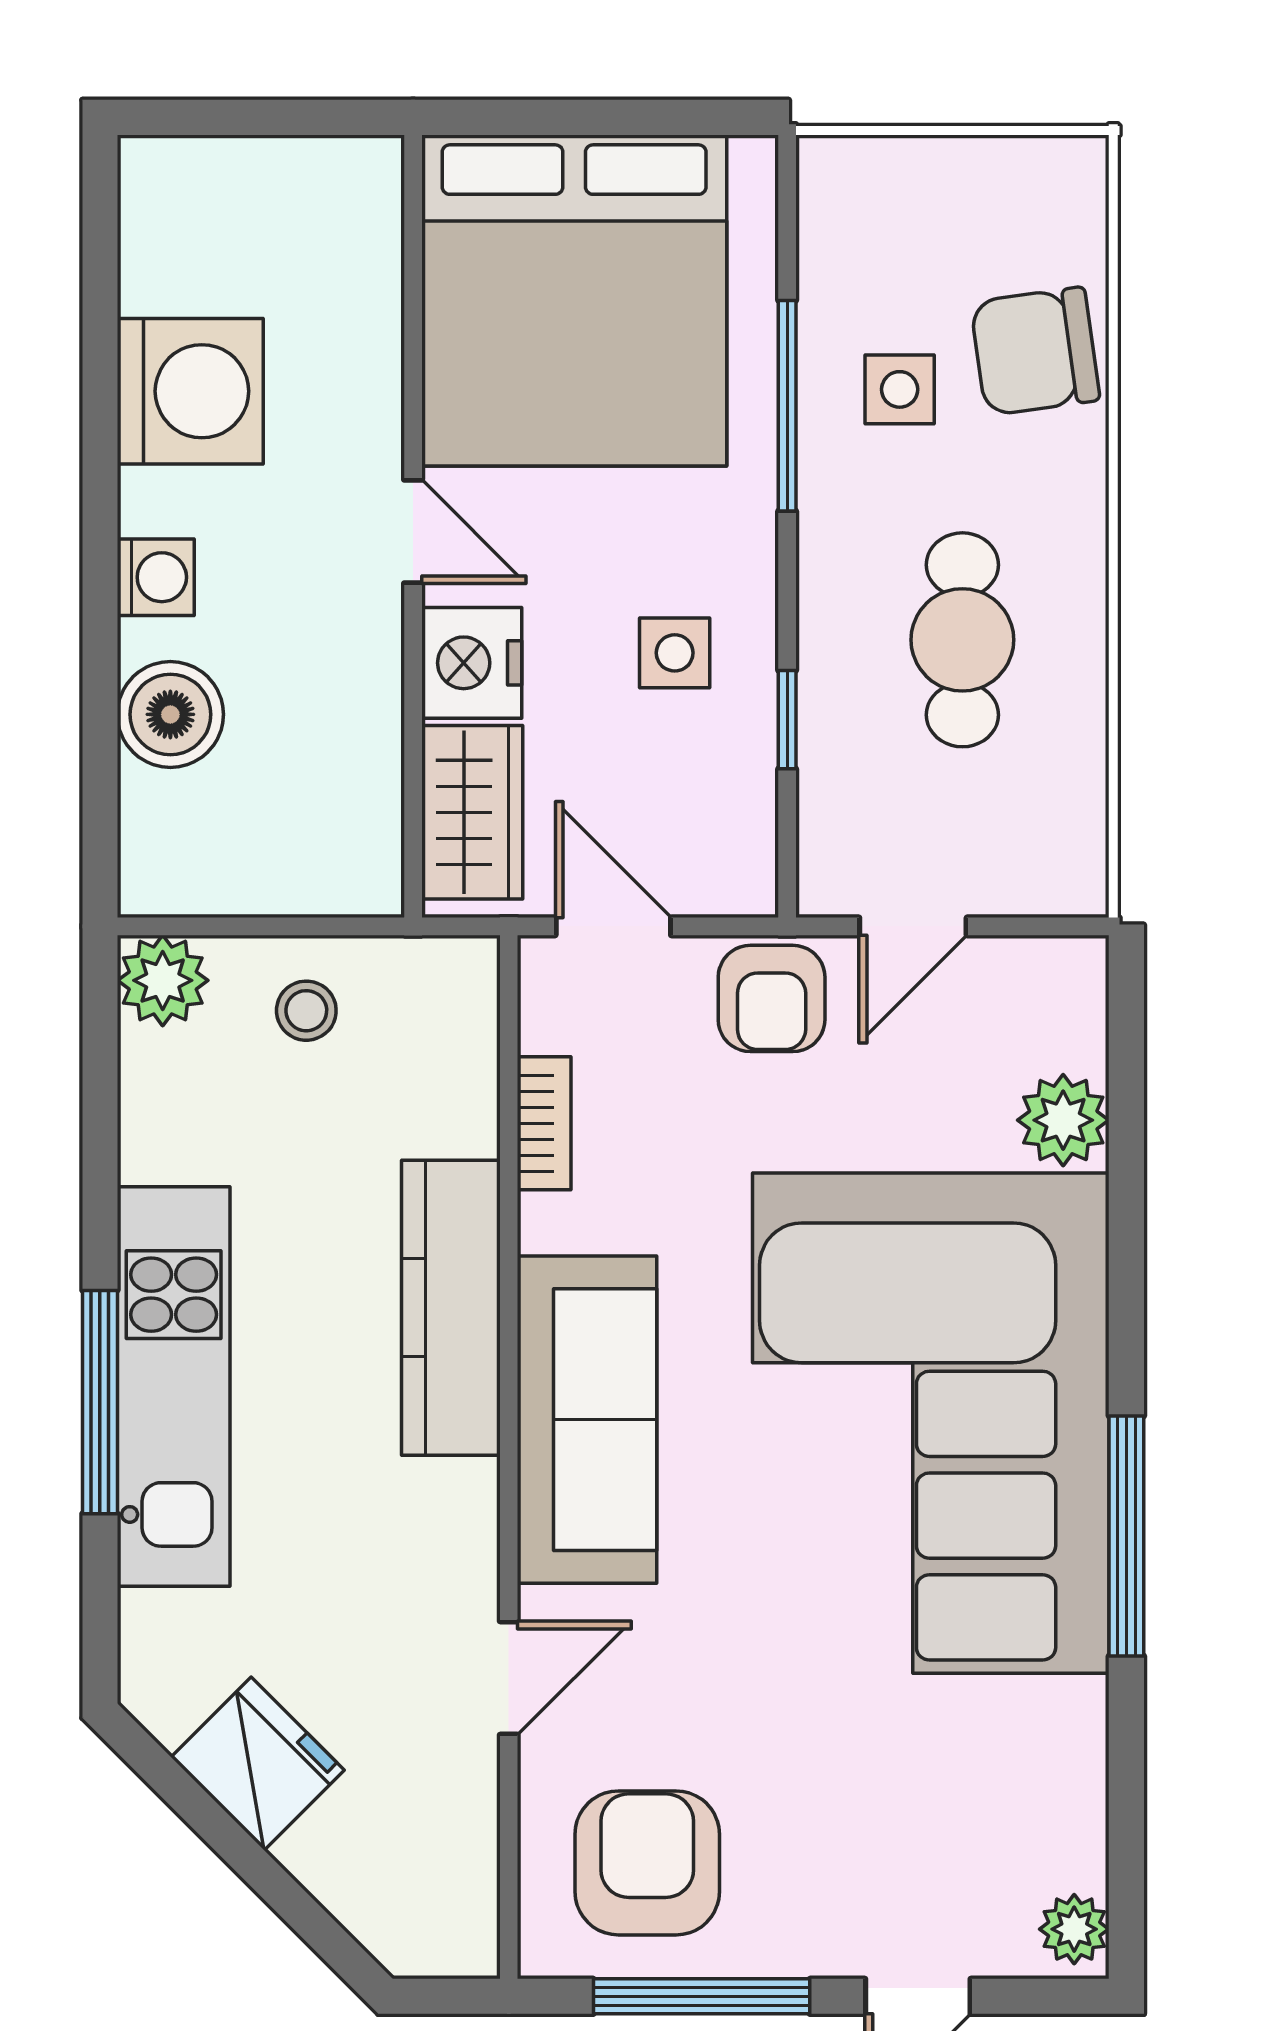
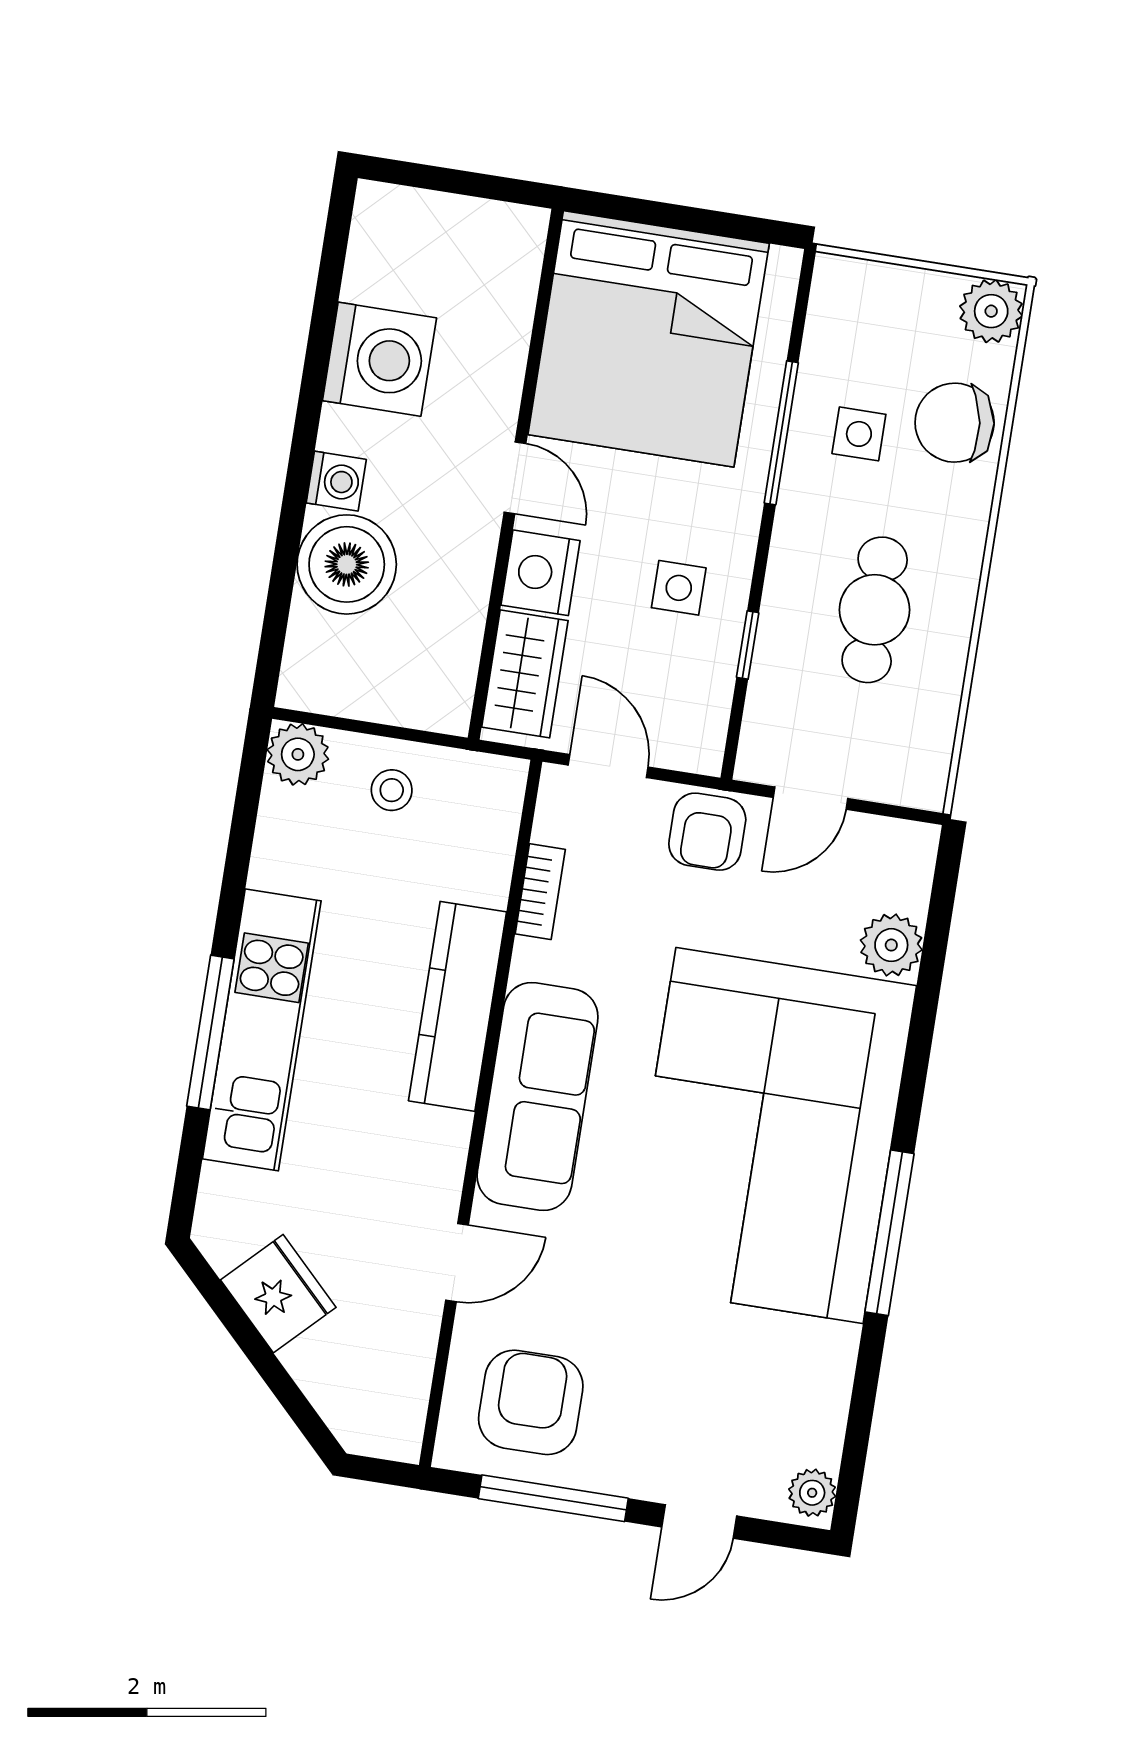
plant: (1062, 182) -> (991, 311), added
boiler: (170, 714) -> (347, 564), width x1.37, depth x1.37

